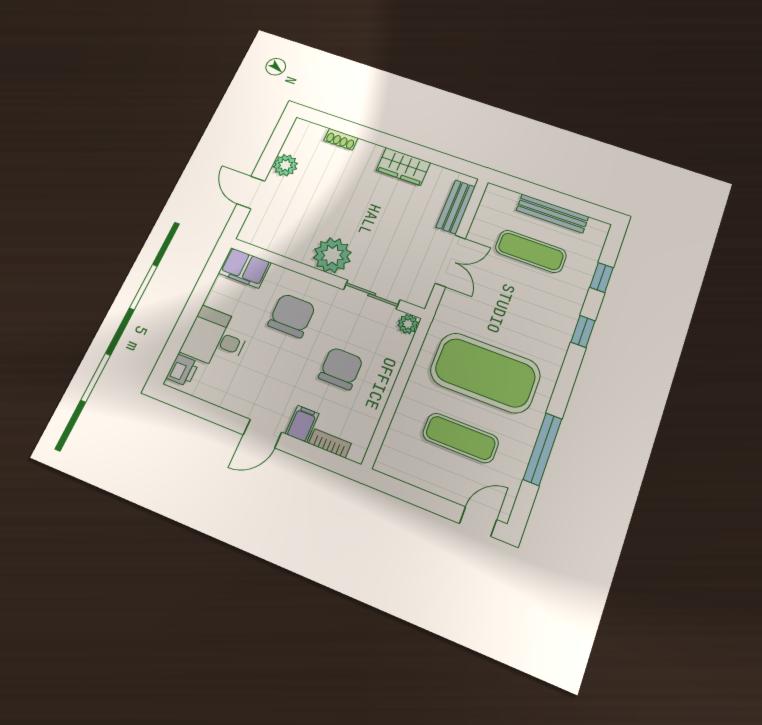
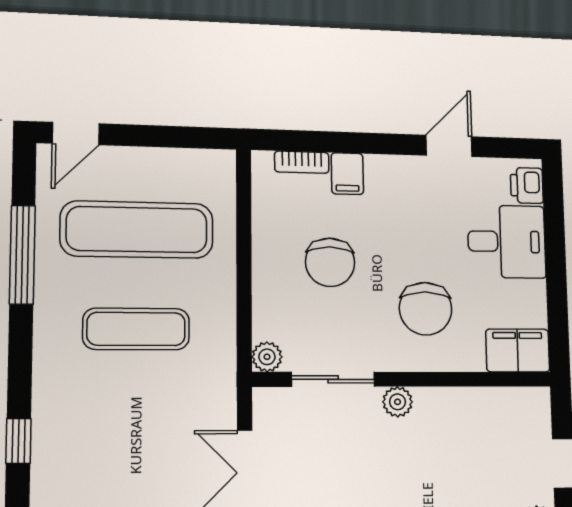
plant: (332, 255) -> (398, 402), width x0.53, depth x0.53
exercise mat: (485, 373) -> (136, 329), width x0.50, depth x0.69
door: (262, 434) -> (449, 146), moved
exercise mat: (461, 438) -> (137, 230), width x1.36, depth x1.45

